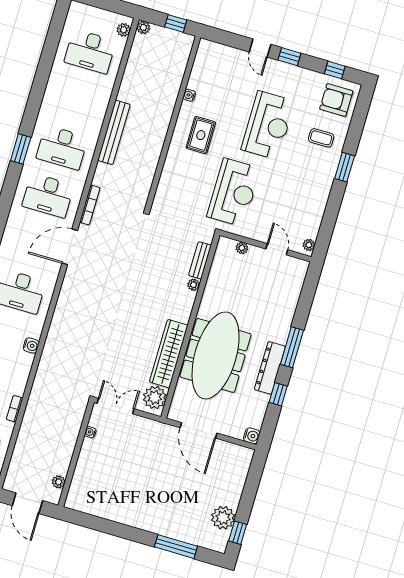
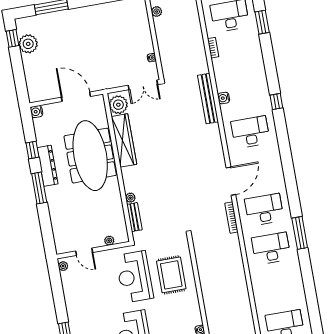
bench: (114, 132) -> (208, 99), moved
rug: (201, 135) -> (171, 275), moved, width x1.36, depth x1.43
window: (21, 149) -> (300, 233), width x1.44

